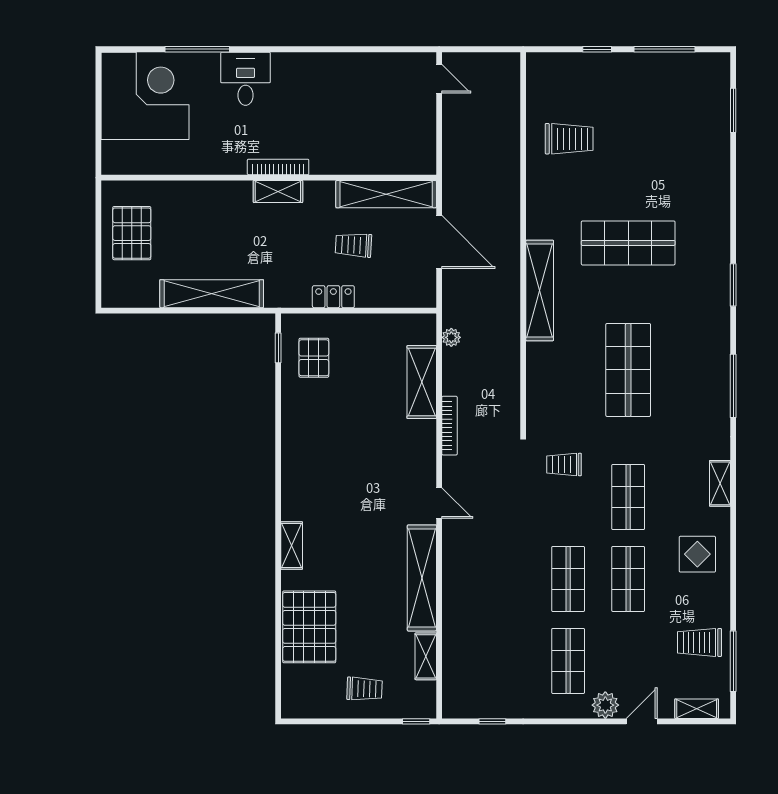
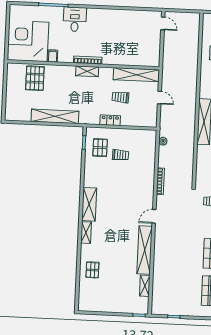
corner desk: (145, 96) -> (28, 41), moved, turned -90
filing cabinet: (201, 161) -> (53, 56), added
pallet: (132, 233) -> (35, 78), moved
door: (439, 242) -> (159, 98), width x0.53
shelving: (422, 382) -> (89, 204), moved
door: (439, 503) -> (154, 216), swing flipped
pallet: (309, 627) -> (92, 270), width x0.49, depth x0.50
trolley: (365, 689) -> (120, 155), moved

